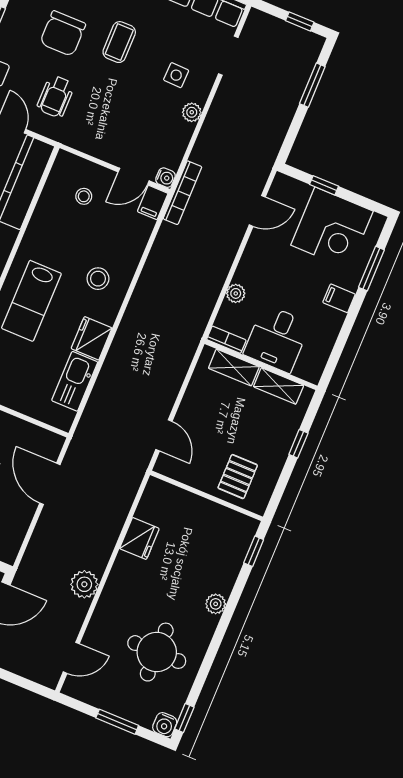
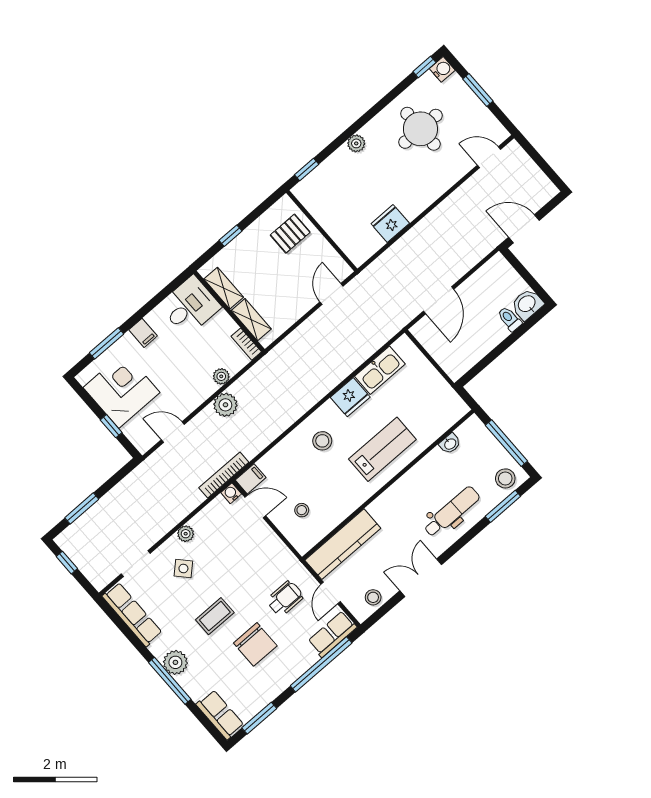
chair: (63, 33) -> (255, 644), turned 90
side table: (176, 75) -> (183, 569), turned 45
desk: (277, 339) -> (190, 306), moved
plant: (84, 584) -> (225, 405), moved

